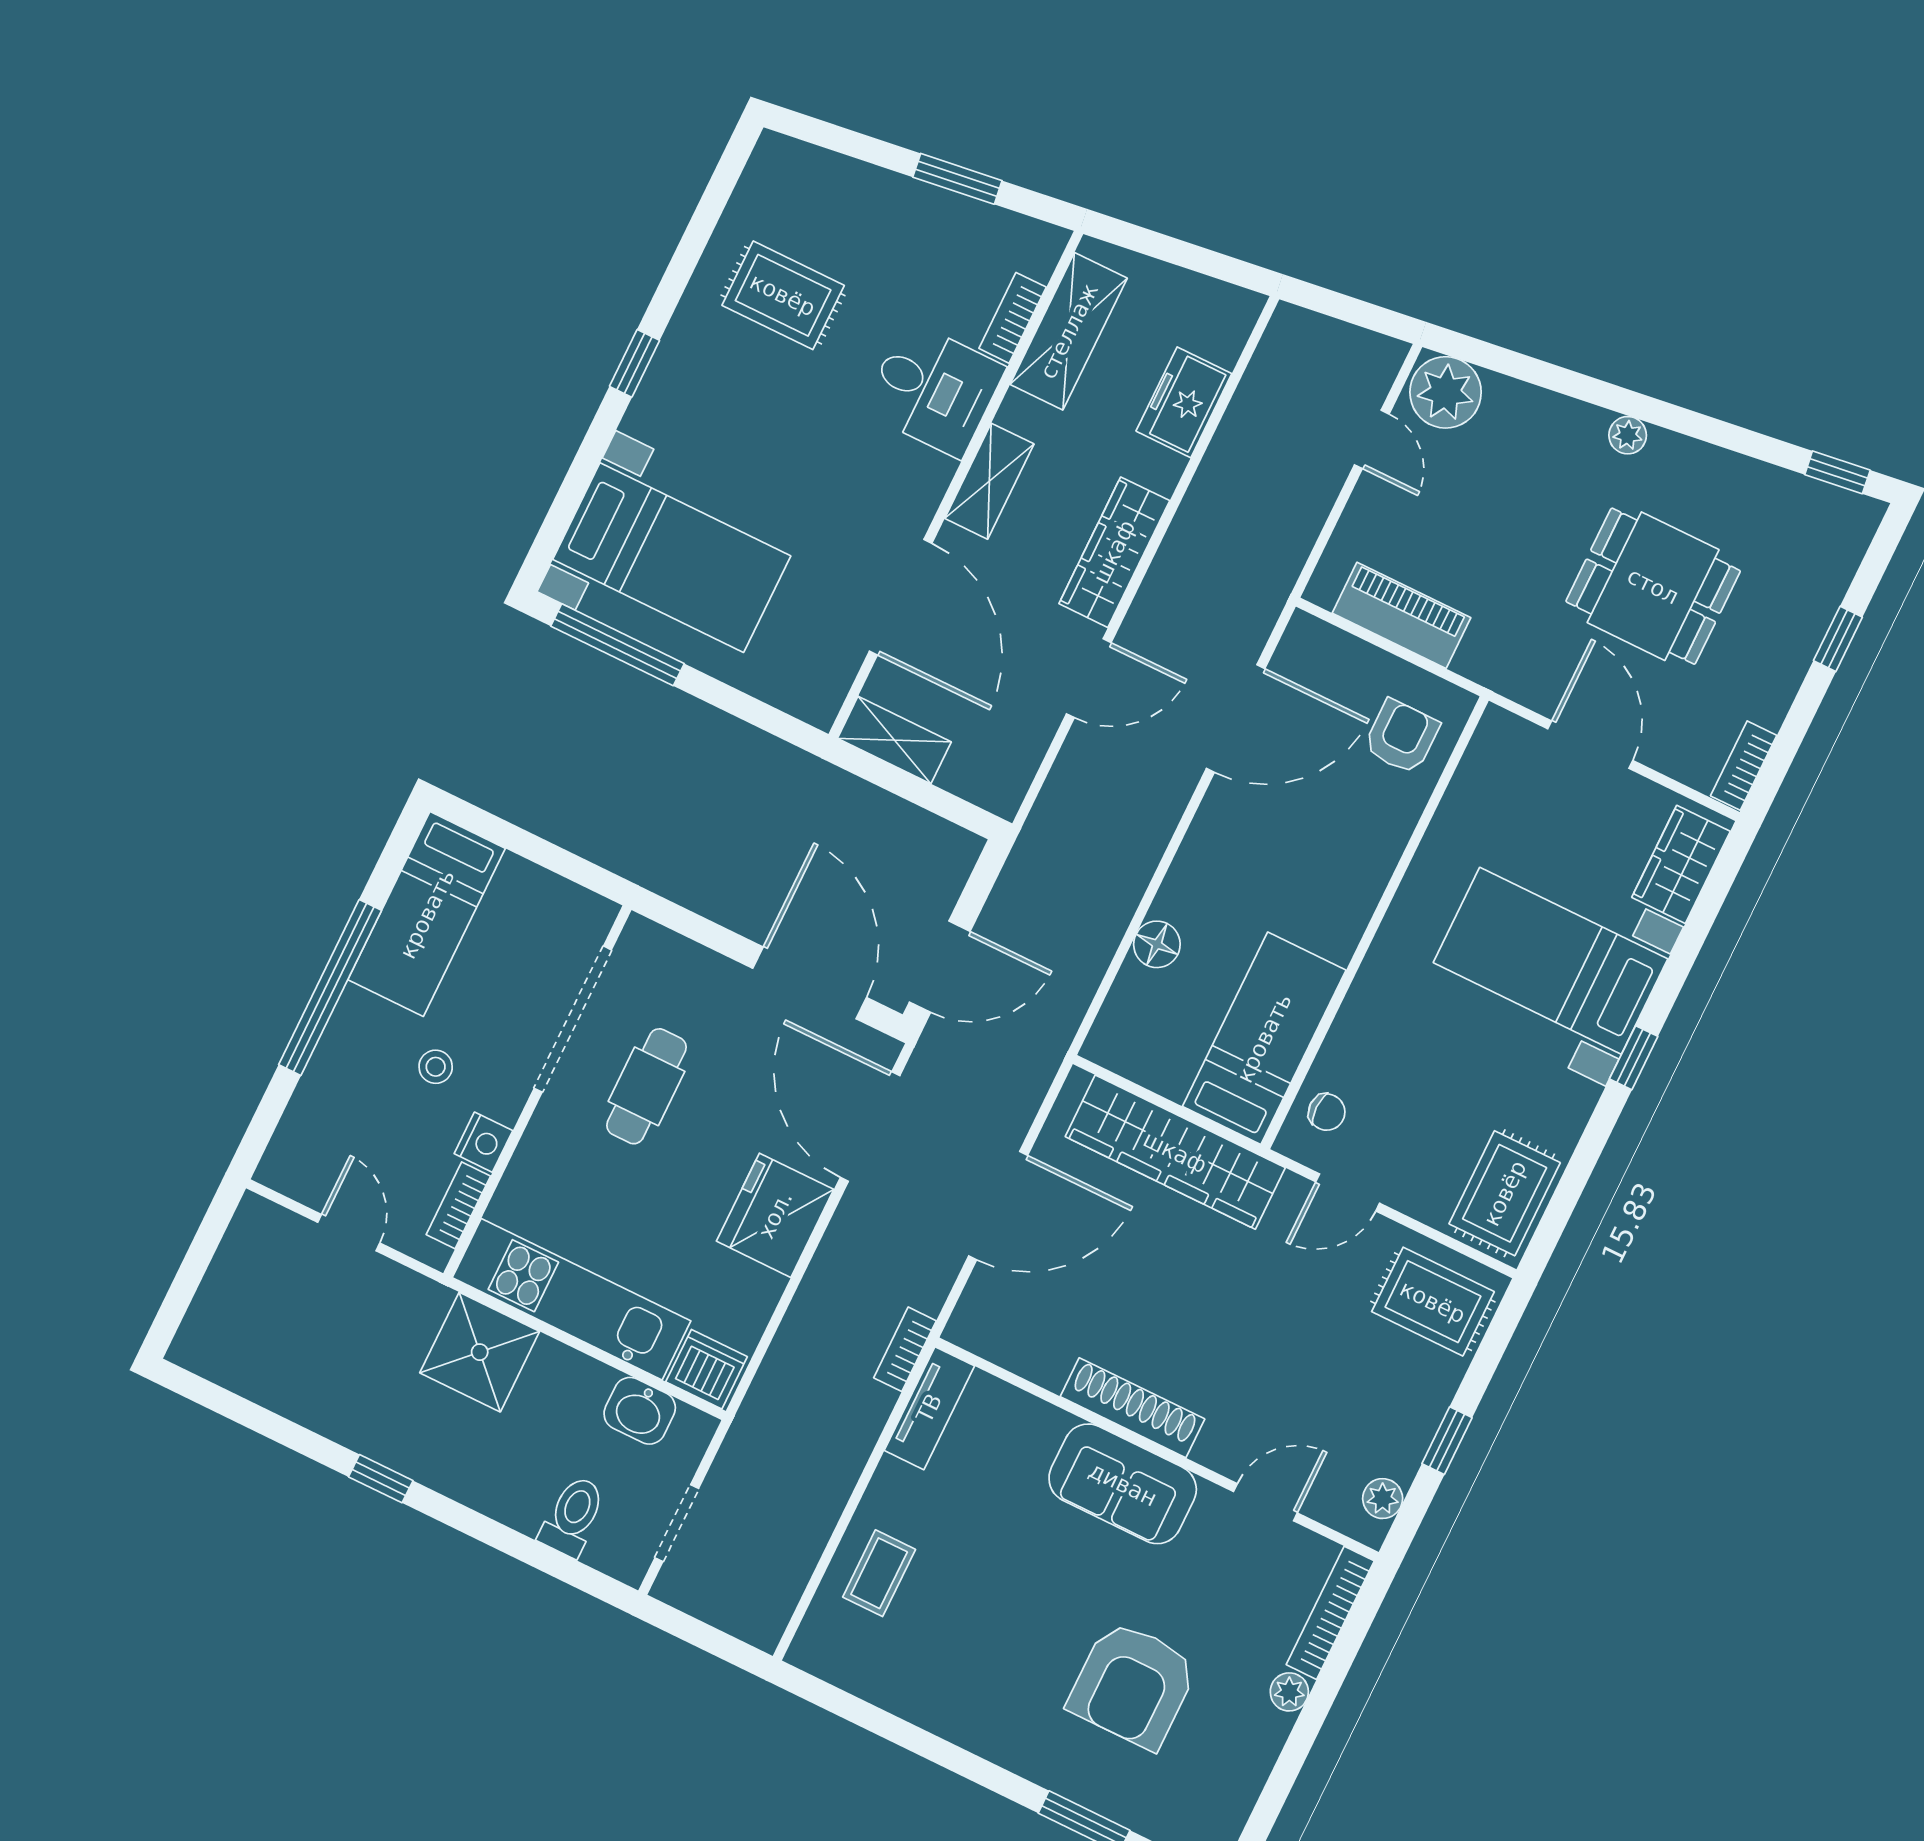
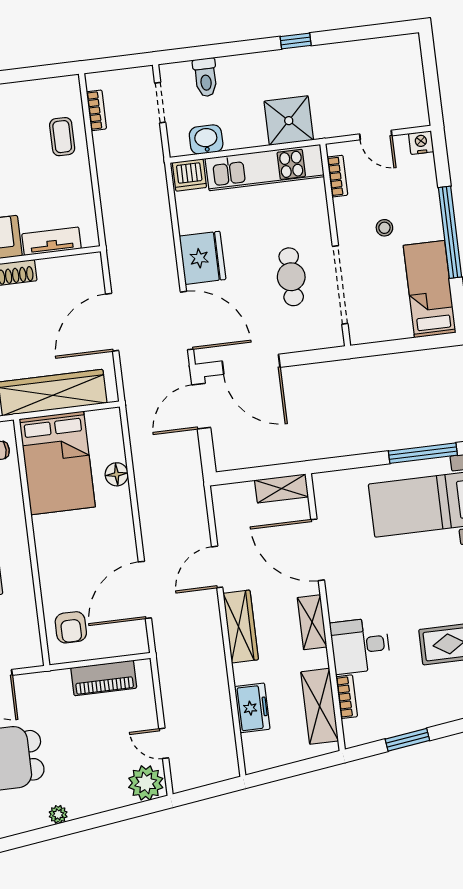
bed: (1264, 1038) -> (57, 463), width x1.50
nightstand: (483, 1142) -> (421, 143), moved, turned 90
bookcase: (905, 1349) -> (96, 110), moved
tv unit: (929, 1408) -> (52, 241), moved, turned 90

